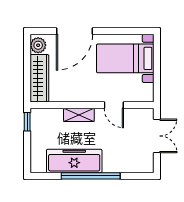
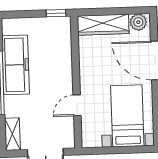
shelving: (79, 115) -> (12, 134), moved

